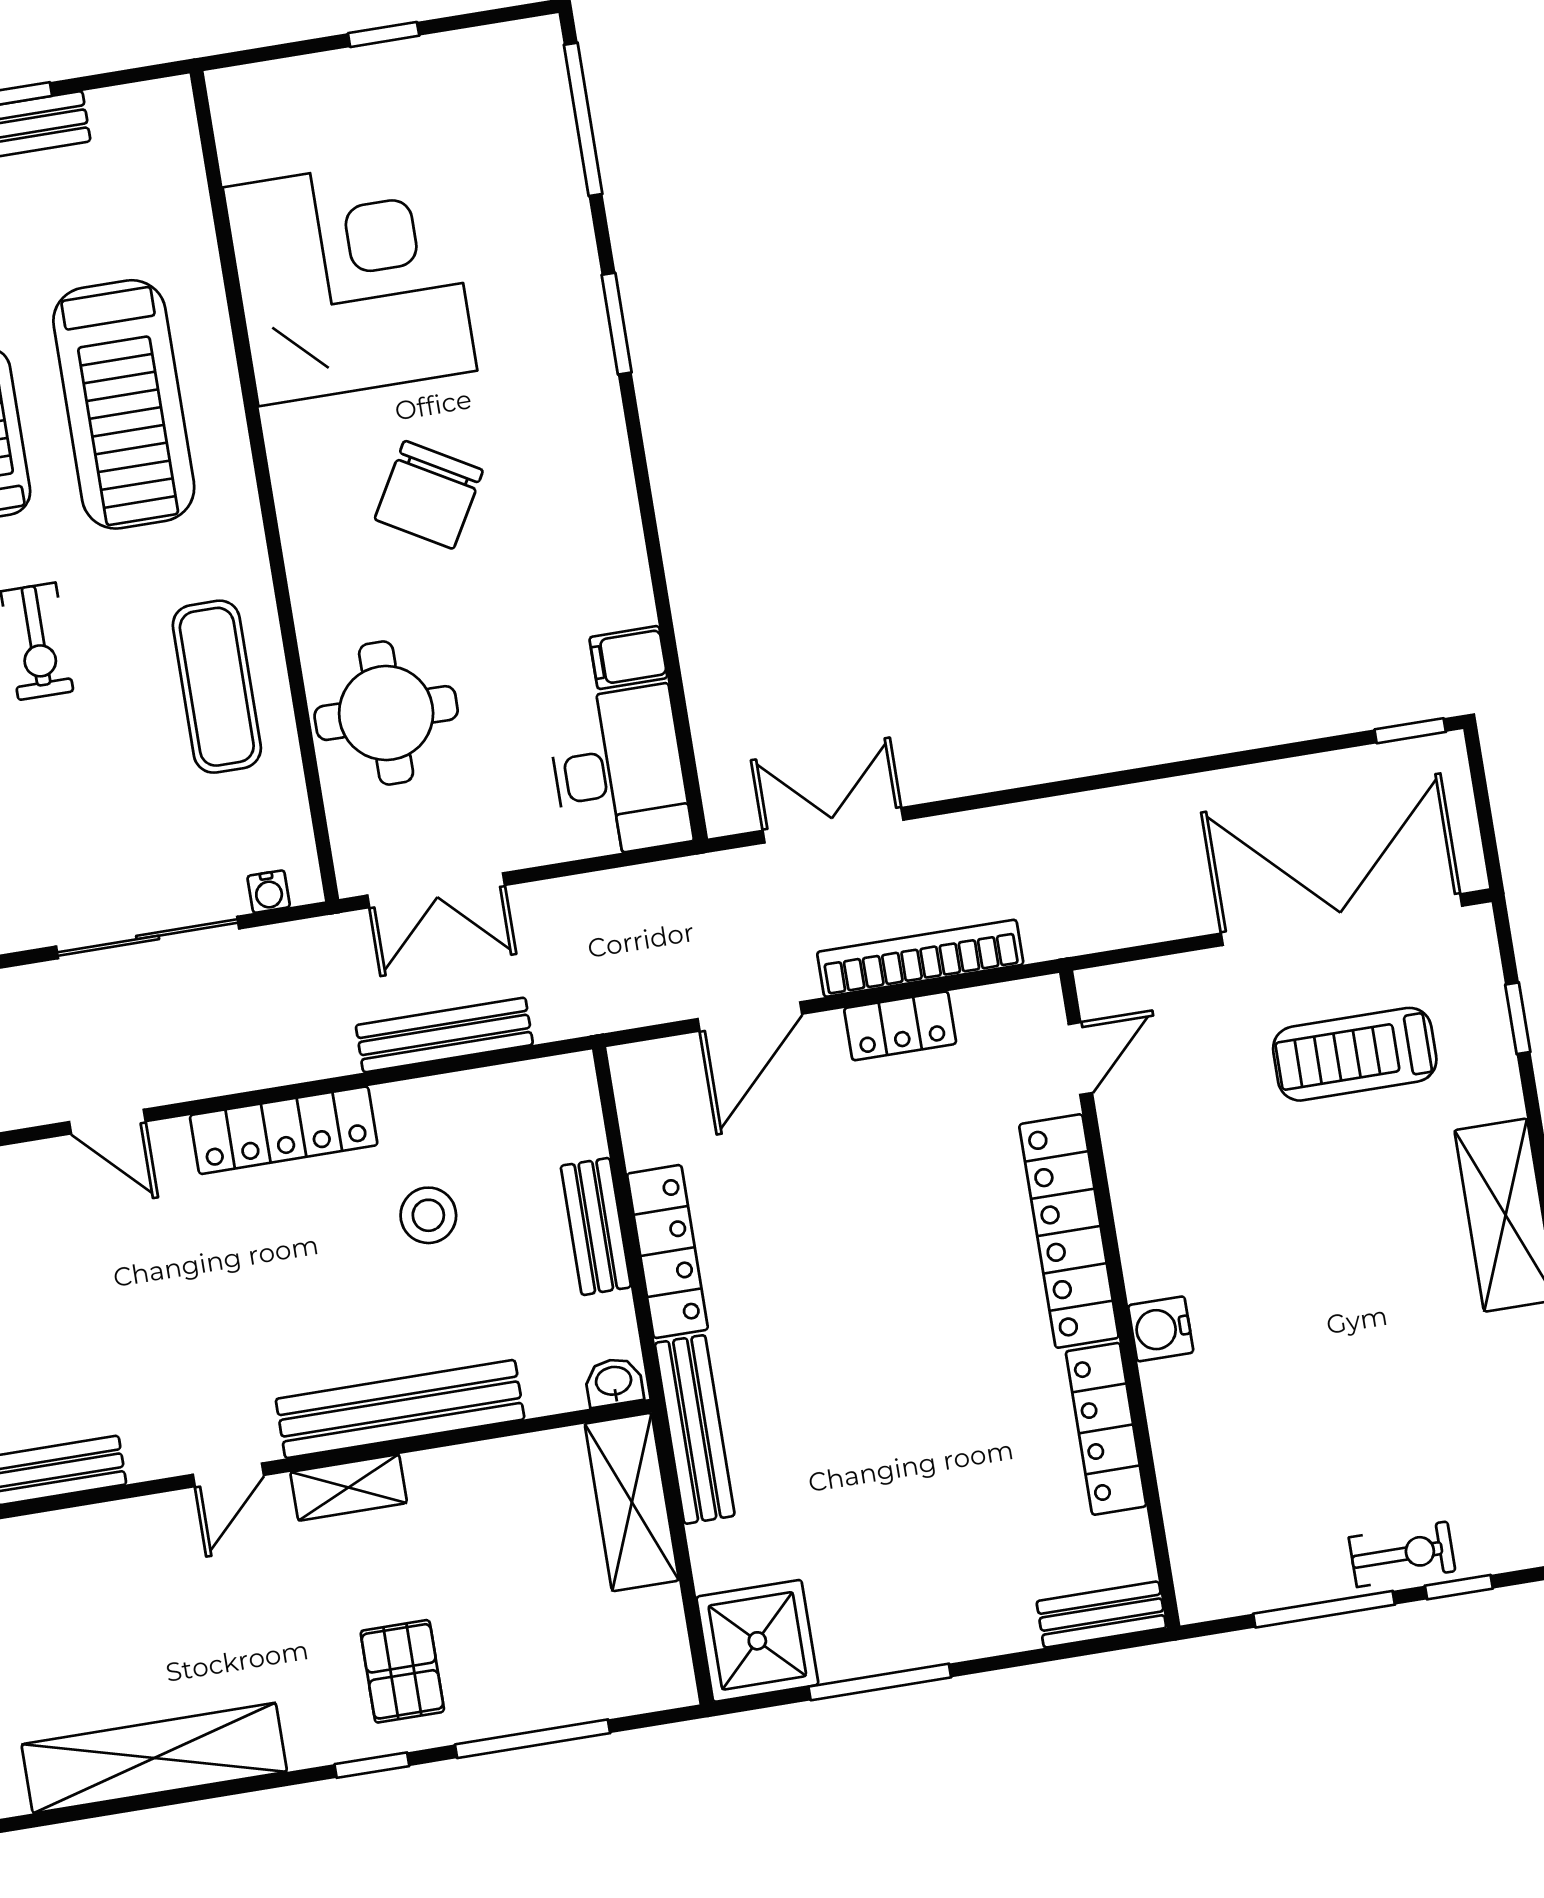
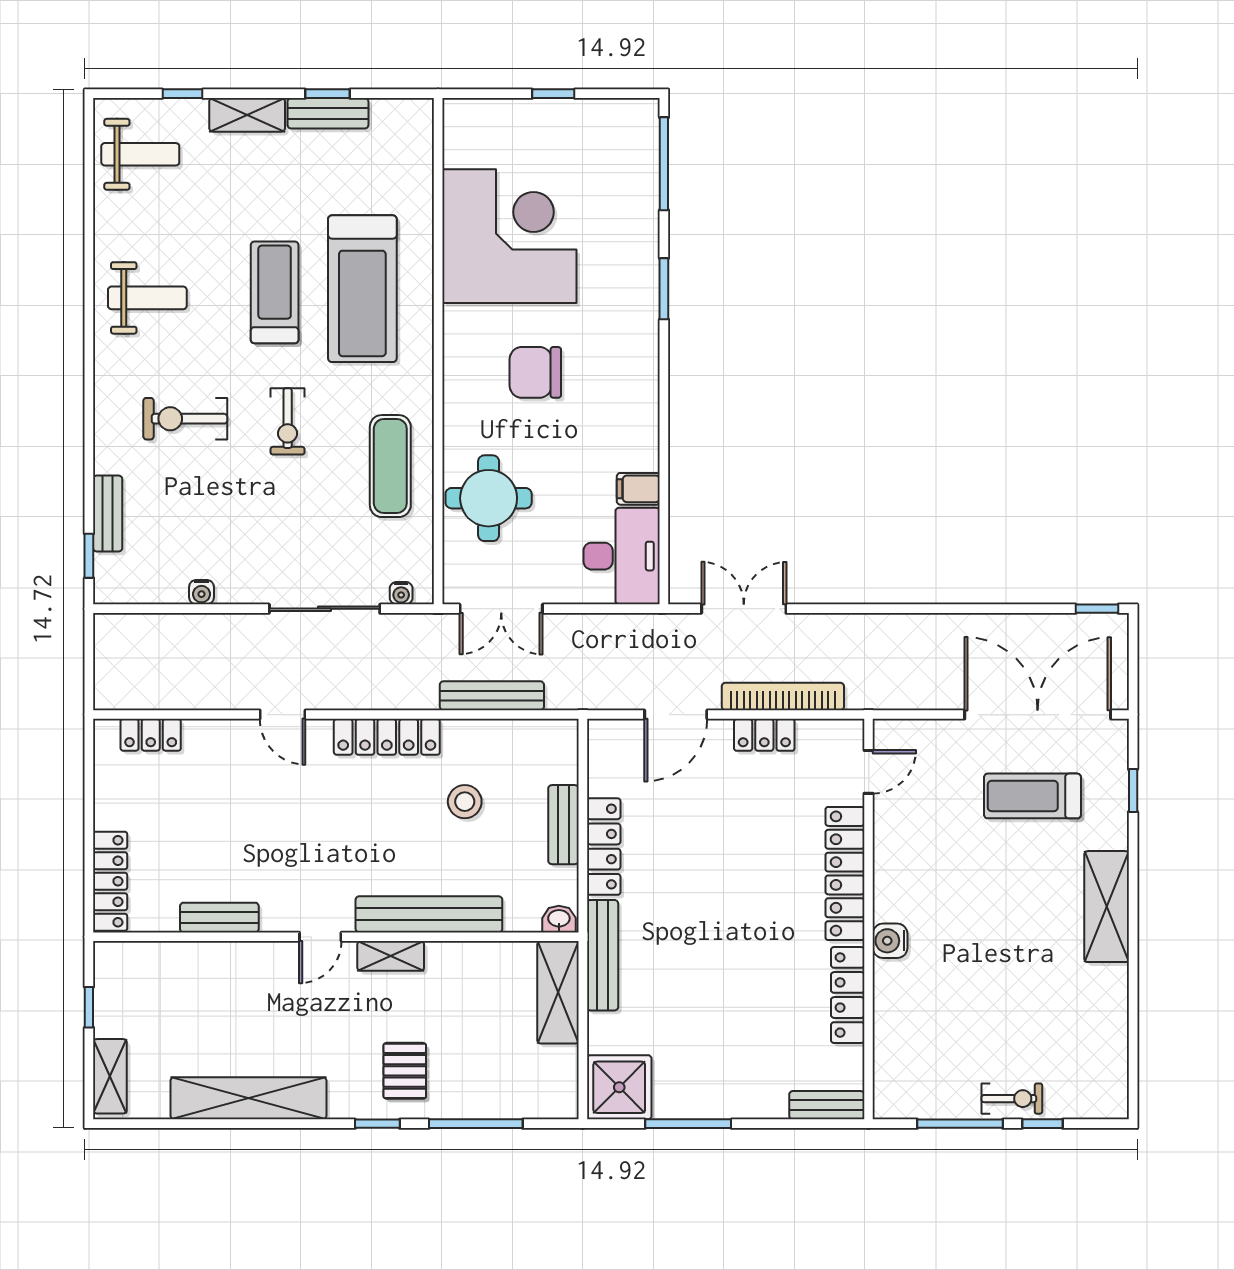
chair: (429, 495) -> (535, 372), turned 60

